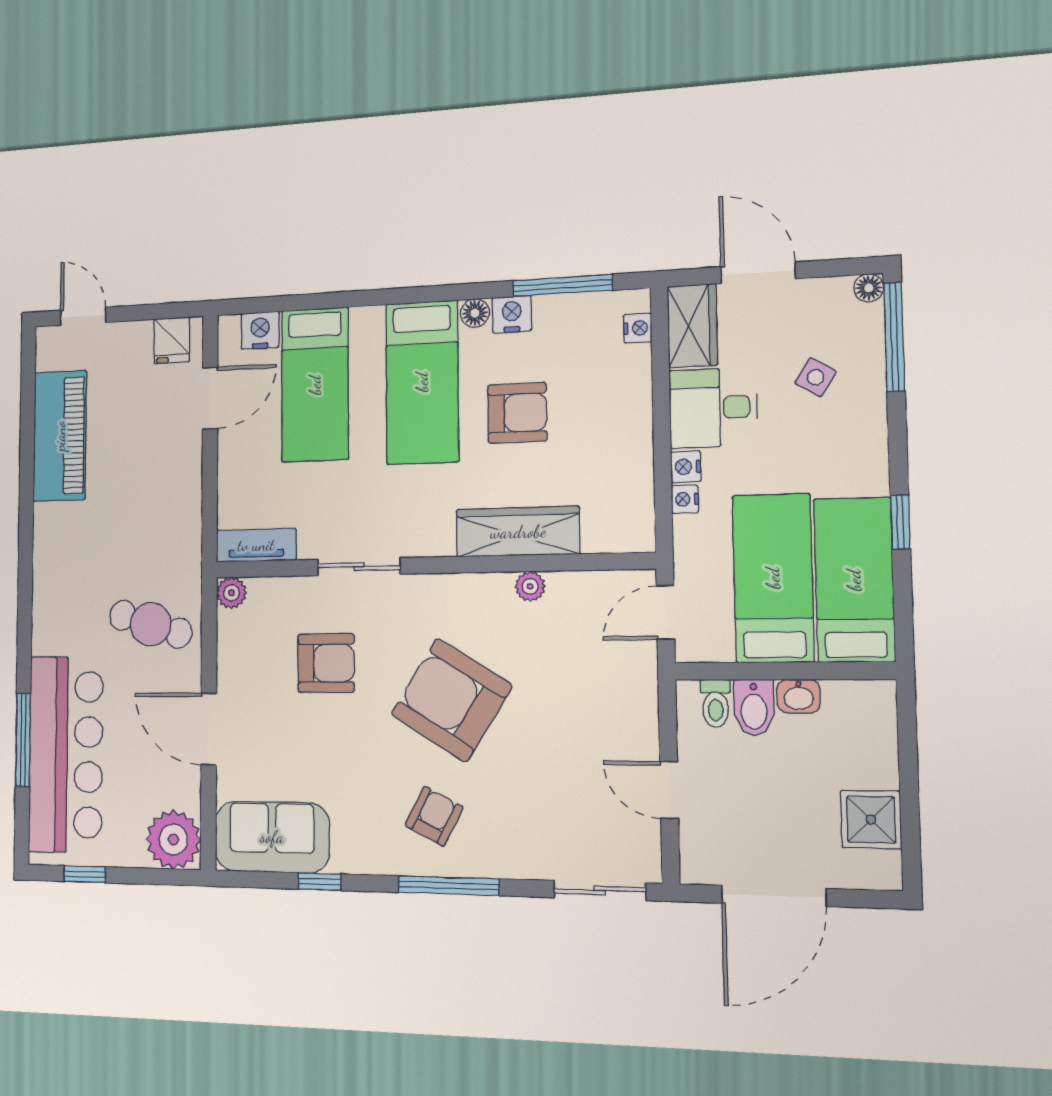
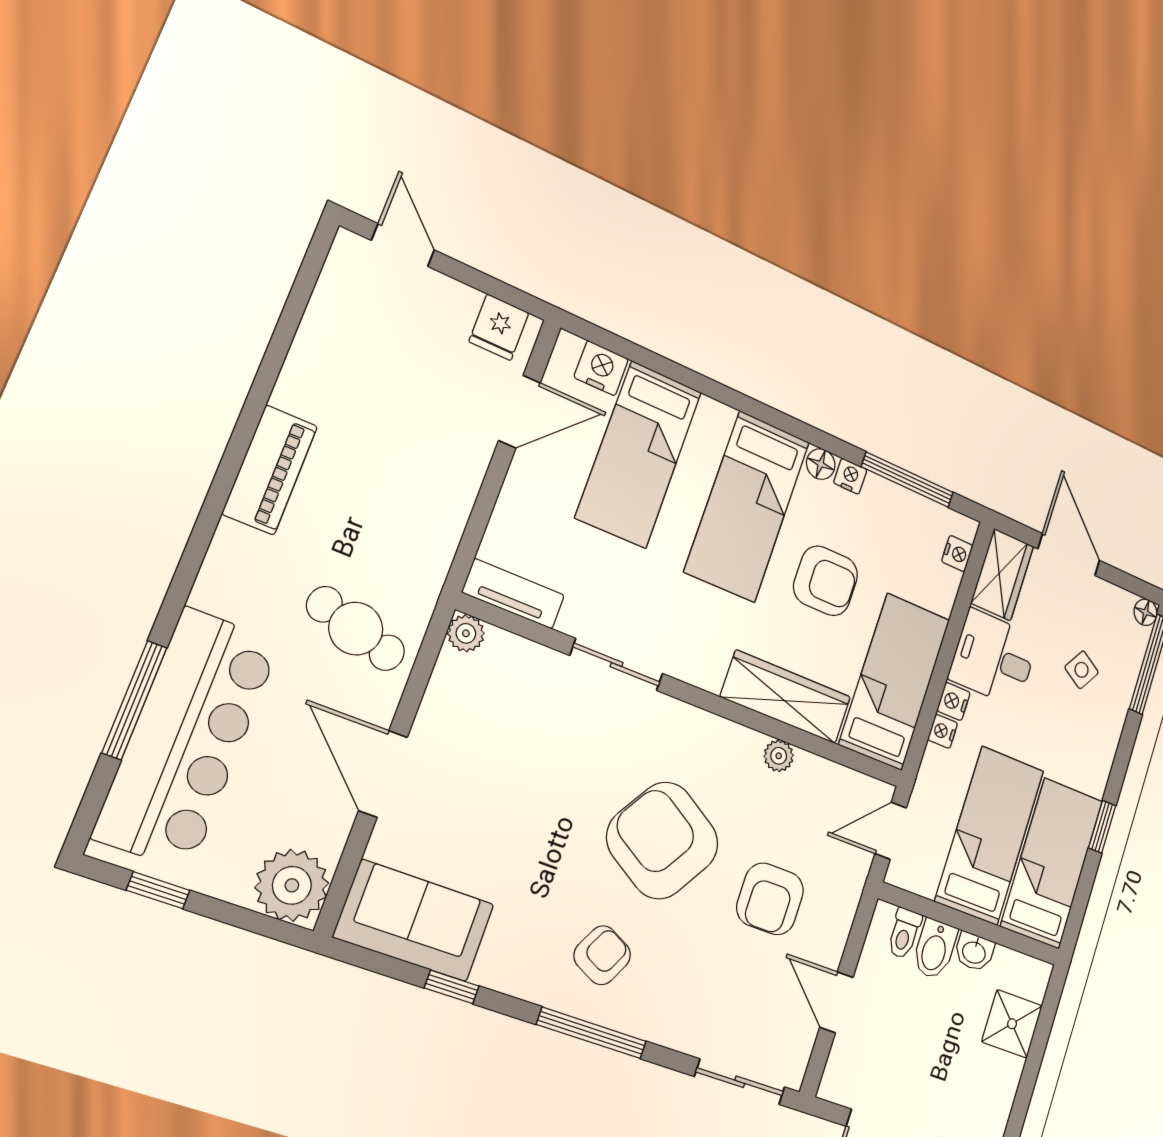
nightstand: (512, 314) -> (850, 476), width x0.72, depth x0.74
piano: (60, 436) -> (270, 470), moved, width x0.73, depth x0.75
bed: (618, 474) -> (895, 682), added
armchair: (326, 663) -> (770, 899), moved, turned 90
shower: (871, 820) -> (1012, 1024), moved

